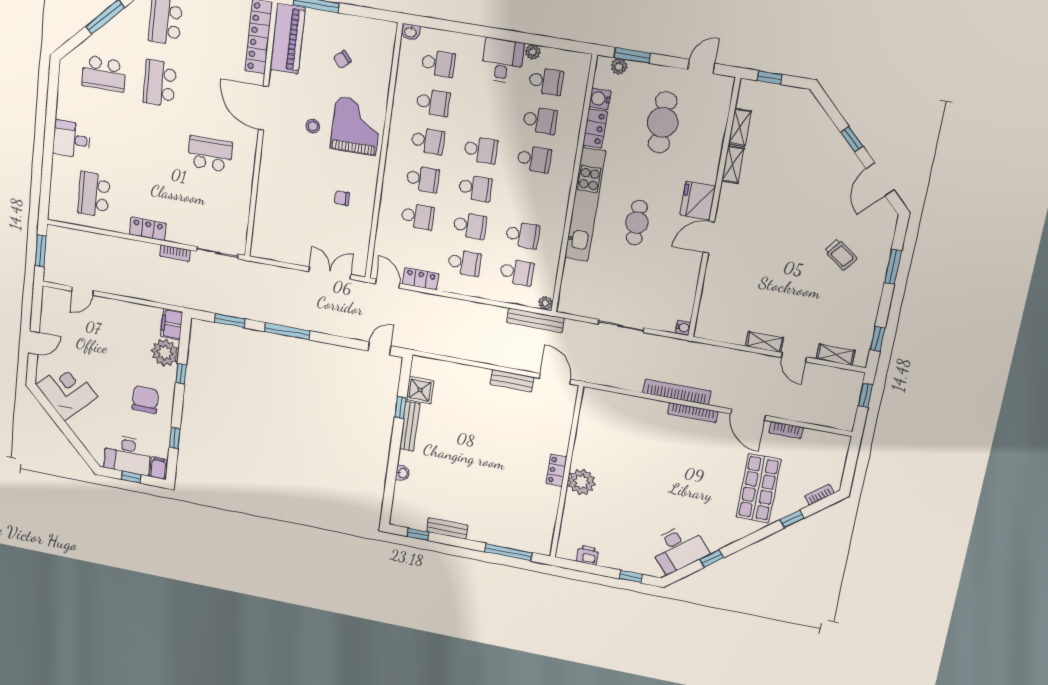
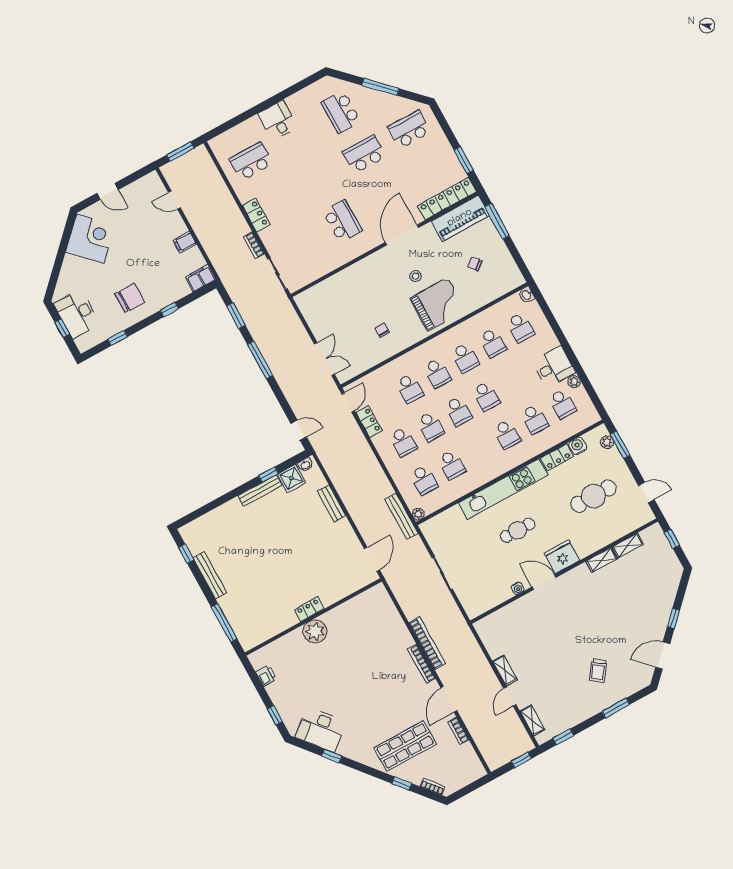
water cooler: (683, 327) -> (518, 588), moved
plant: (165, 353) -> (176, 288), removed
bench: (512, 381) -> (331, 503), moved
filing cabinet: (158, 468) -> (185, 242), moved, turned 180
washbasin: (403, 473) -> (305, 465), moved
bench: (447, 528) -> (210, 575), width x1.36

